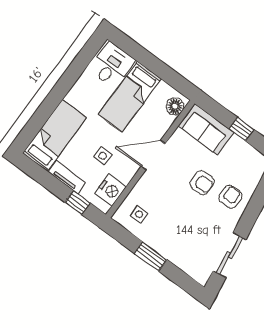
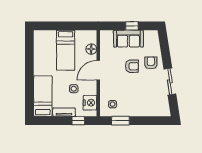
desk: (112, 65) -> (45, 41), removed
floor lamp: (175, 106) -> (91, 49), moved
sofa: (206, 129) -> (128, 39), moved
sliding door: (230, 255) -> (170, 81), moved
window: (151, 256) -> (120, 121), moved

